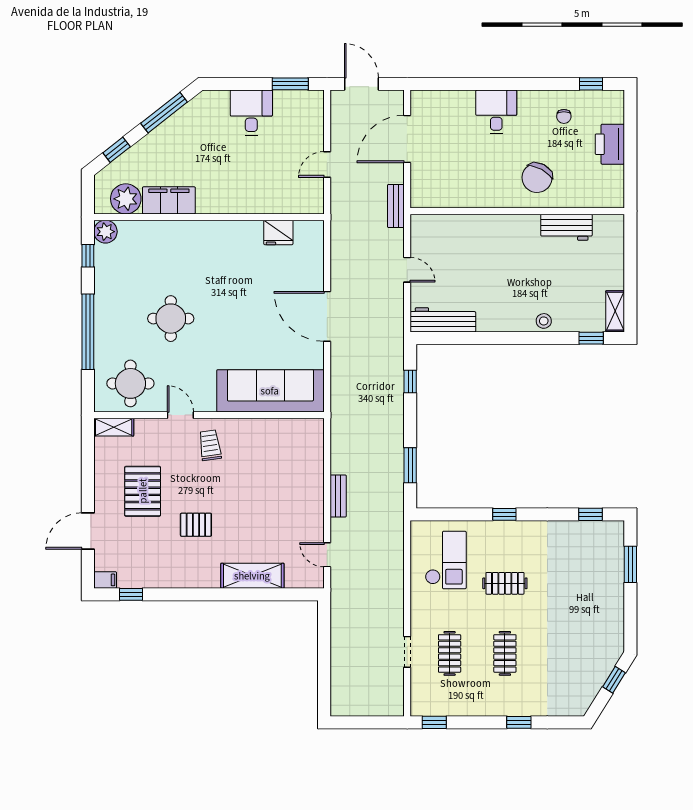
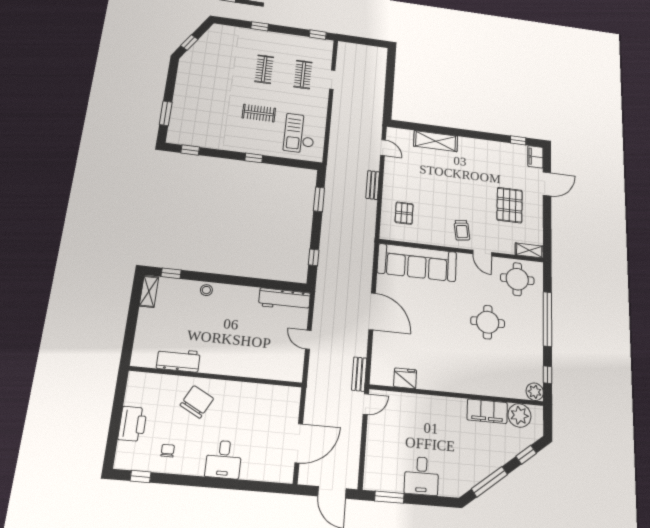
door: (327, 164) -> (366, 404), moved
bench: (396, 206) -> (359, 374), moved
pallet: (196, 525) -> (404, 213), moved, turned 90
filing cabinet: (105, 580) -> (535, 157), width x2.00

